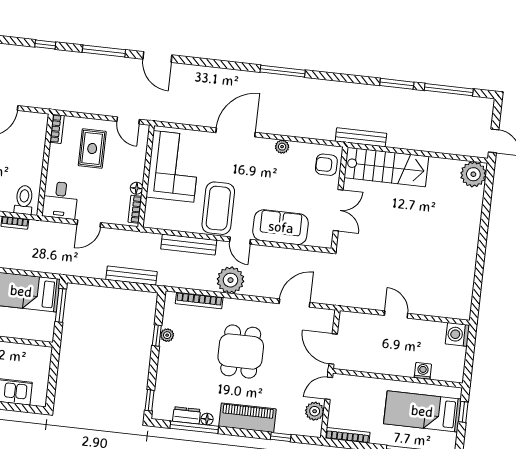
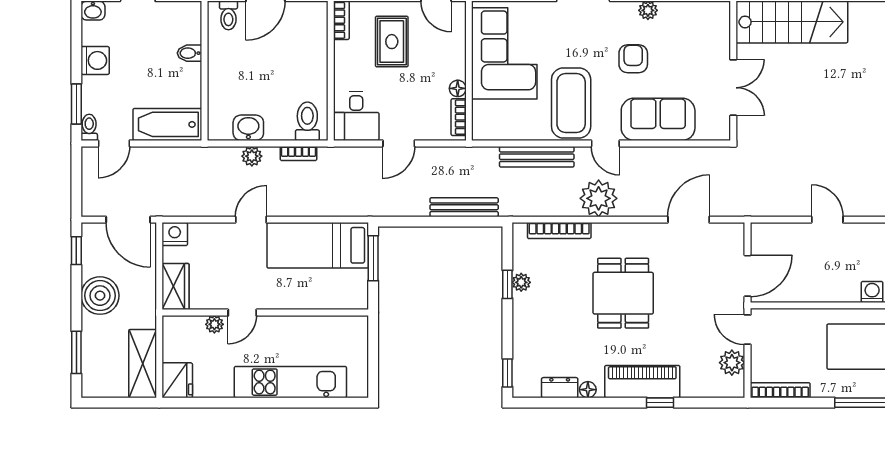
armchair: (326, 165) -> (633, 59), moved, turned 90
door: (333, 349) -> (748, 276), swing flipped
door: (329, 388) -> (748, 330), hinge flipped
window: (194, 427) -> (572, 403), removed
window: (281, 437) -> (660, 403), moved

